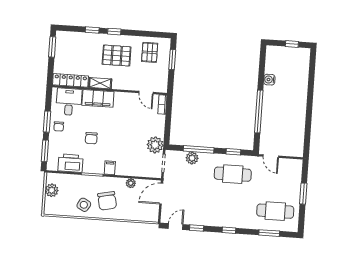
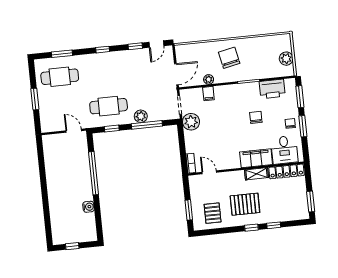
plant: (192, 158) -> (141, 116), moved
filing cabinet: (110, 168) -> (208, 94), moved
side table: (84, 205) -> (252, 50), removed

